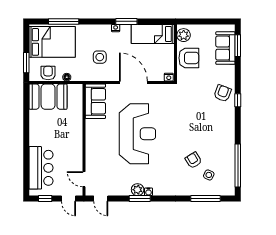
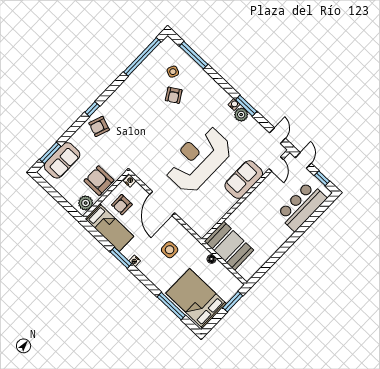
armchair: (48, 73) -> (122, 205), moved
booth: (48, 97) -> (229, 246), moved
sofa: (95, 101) -> (244, 180), moved

